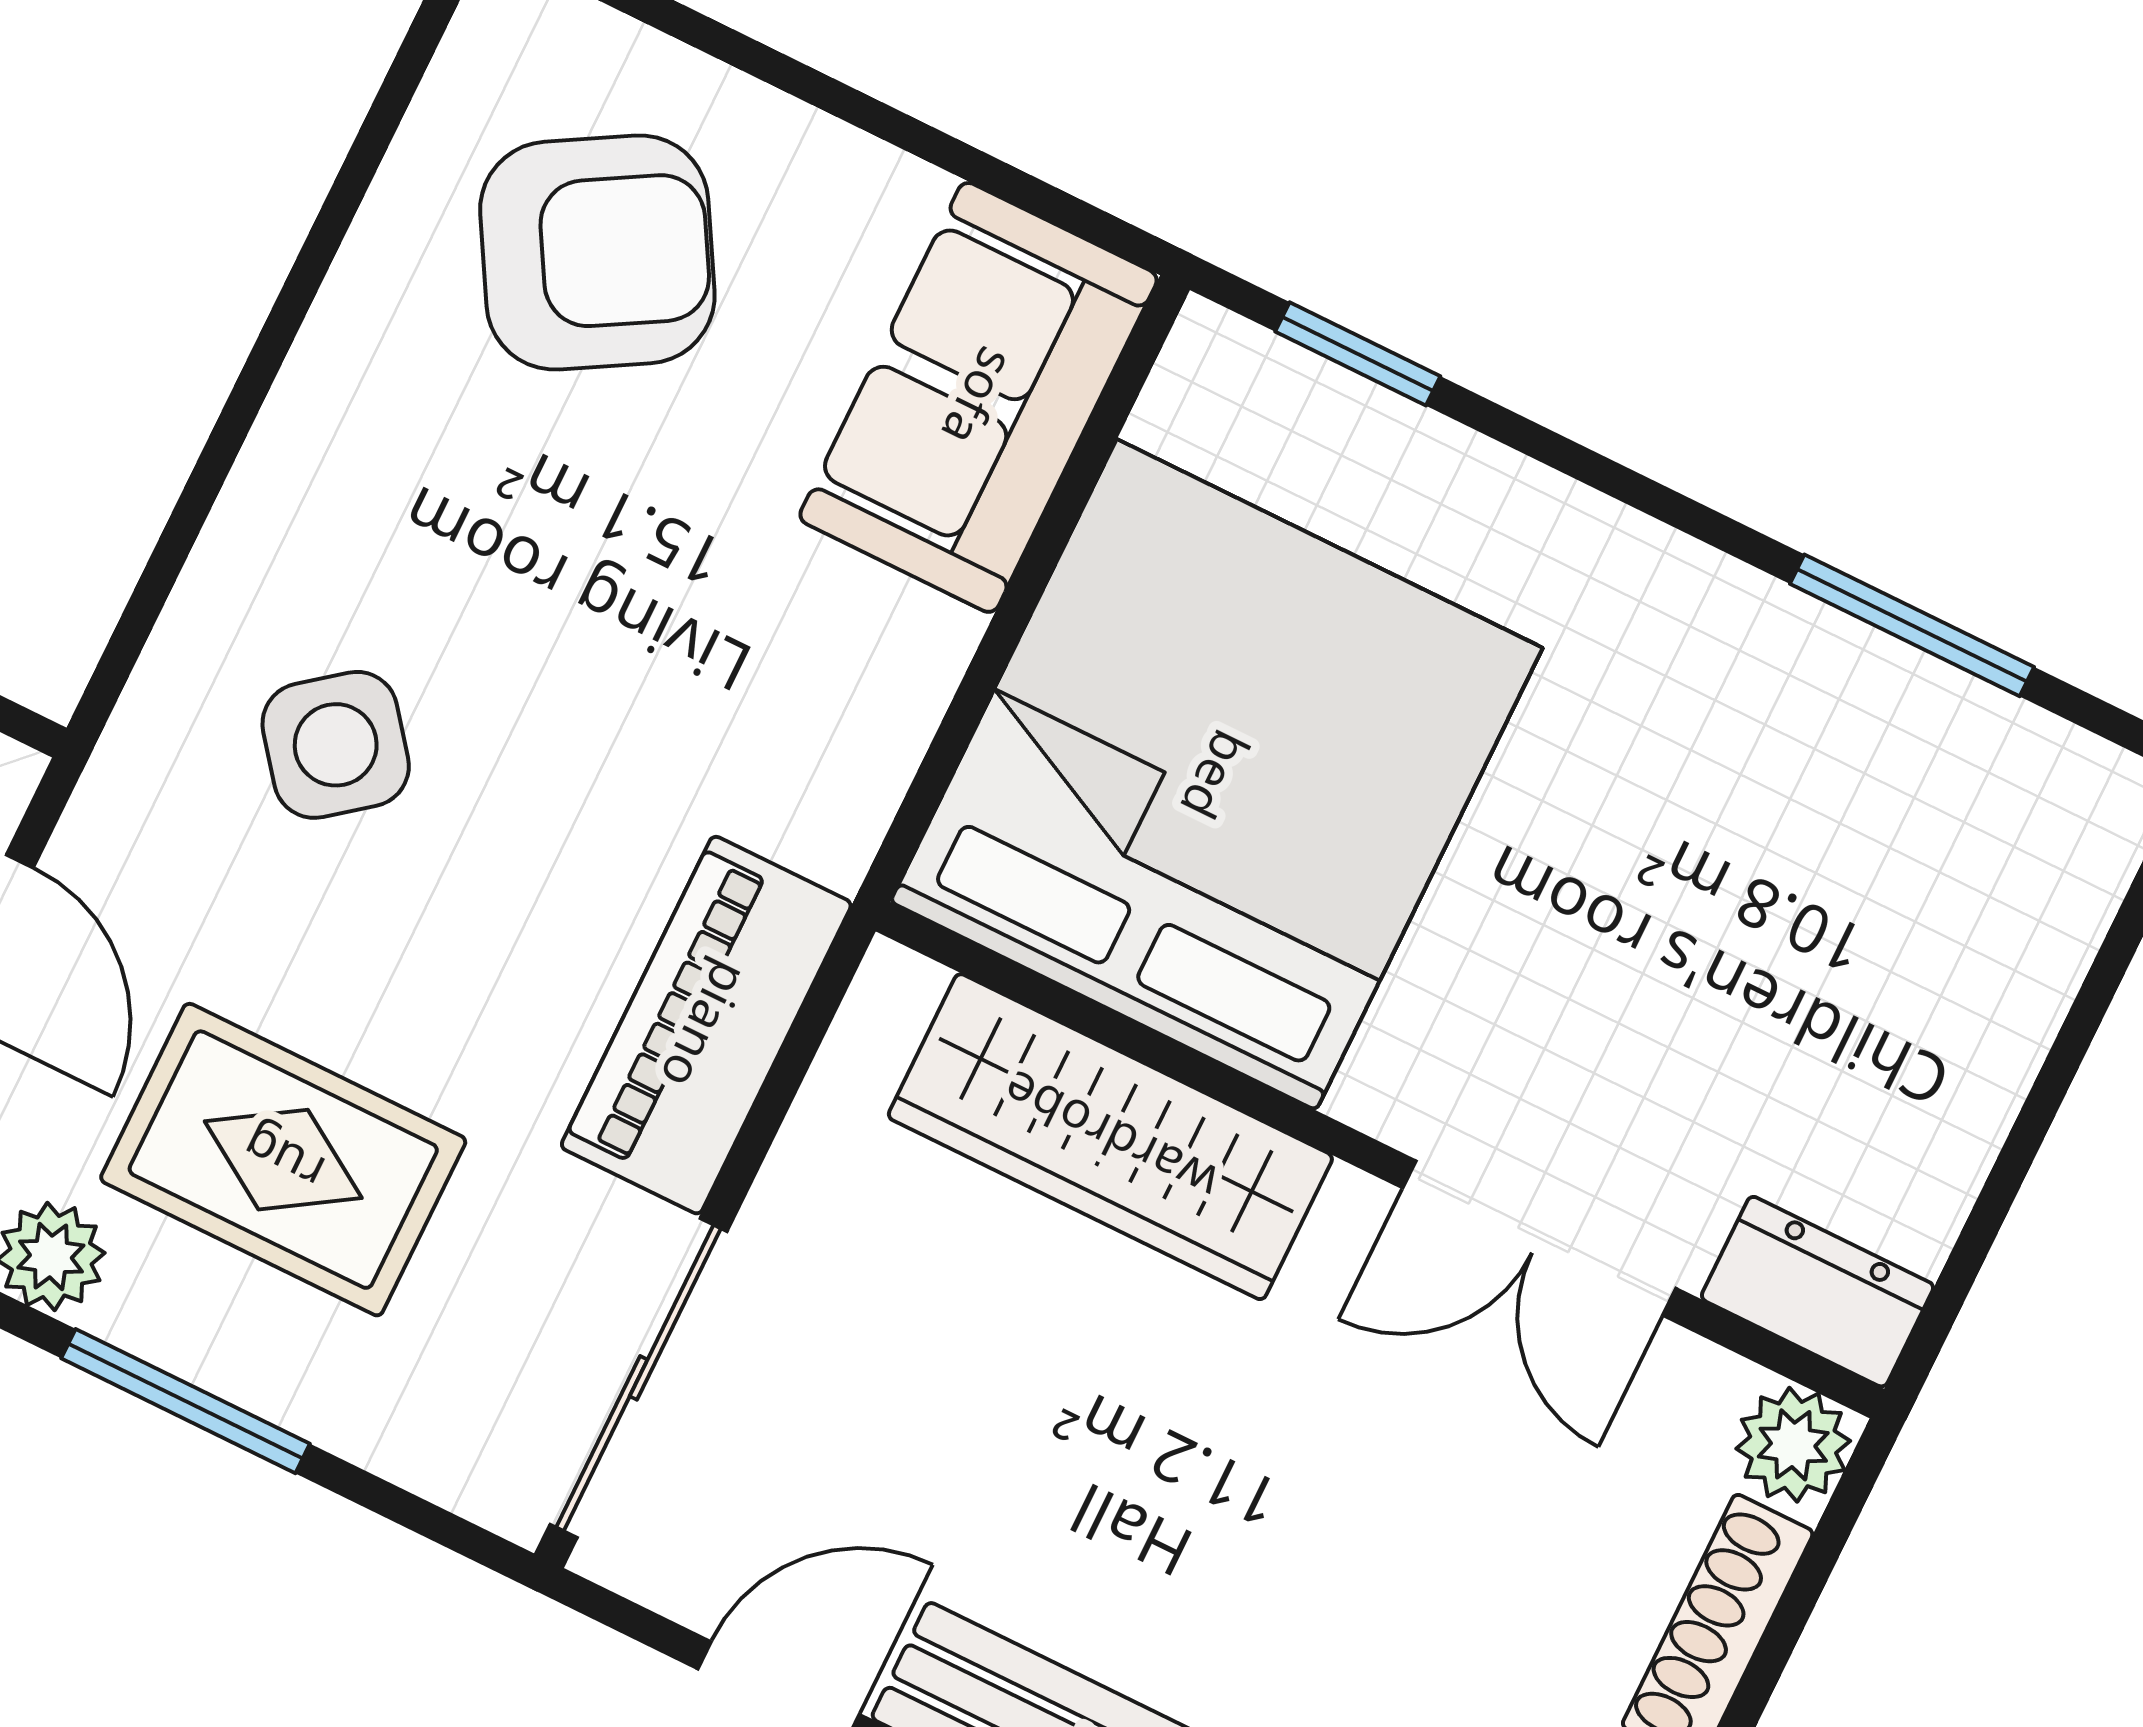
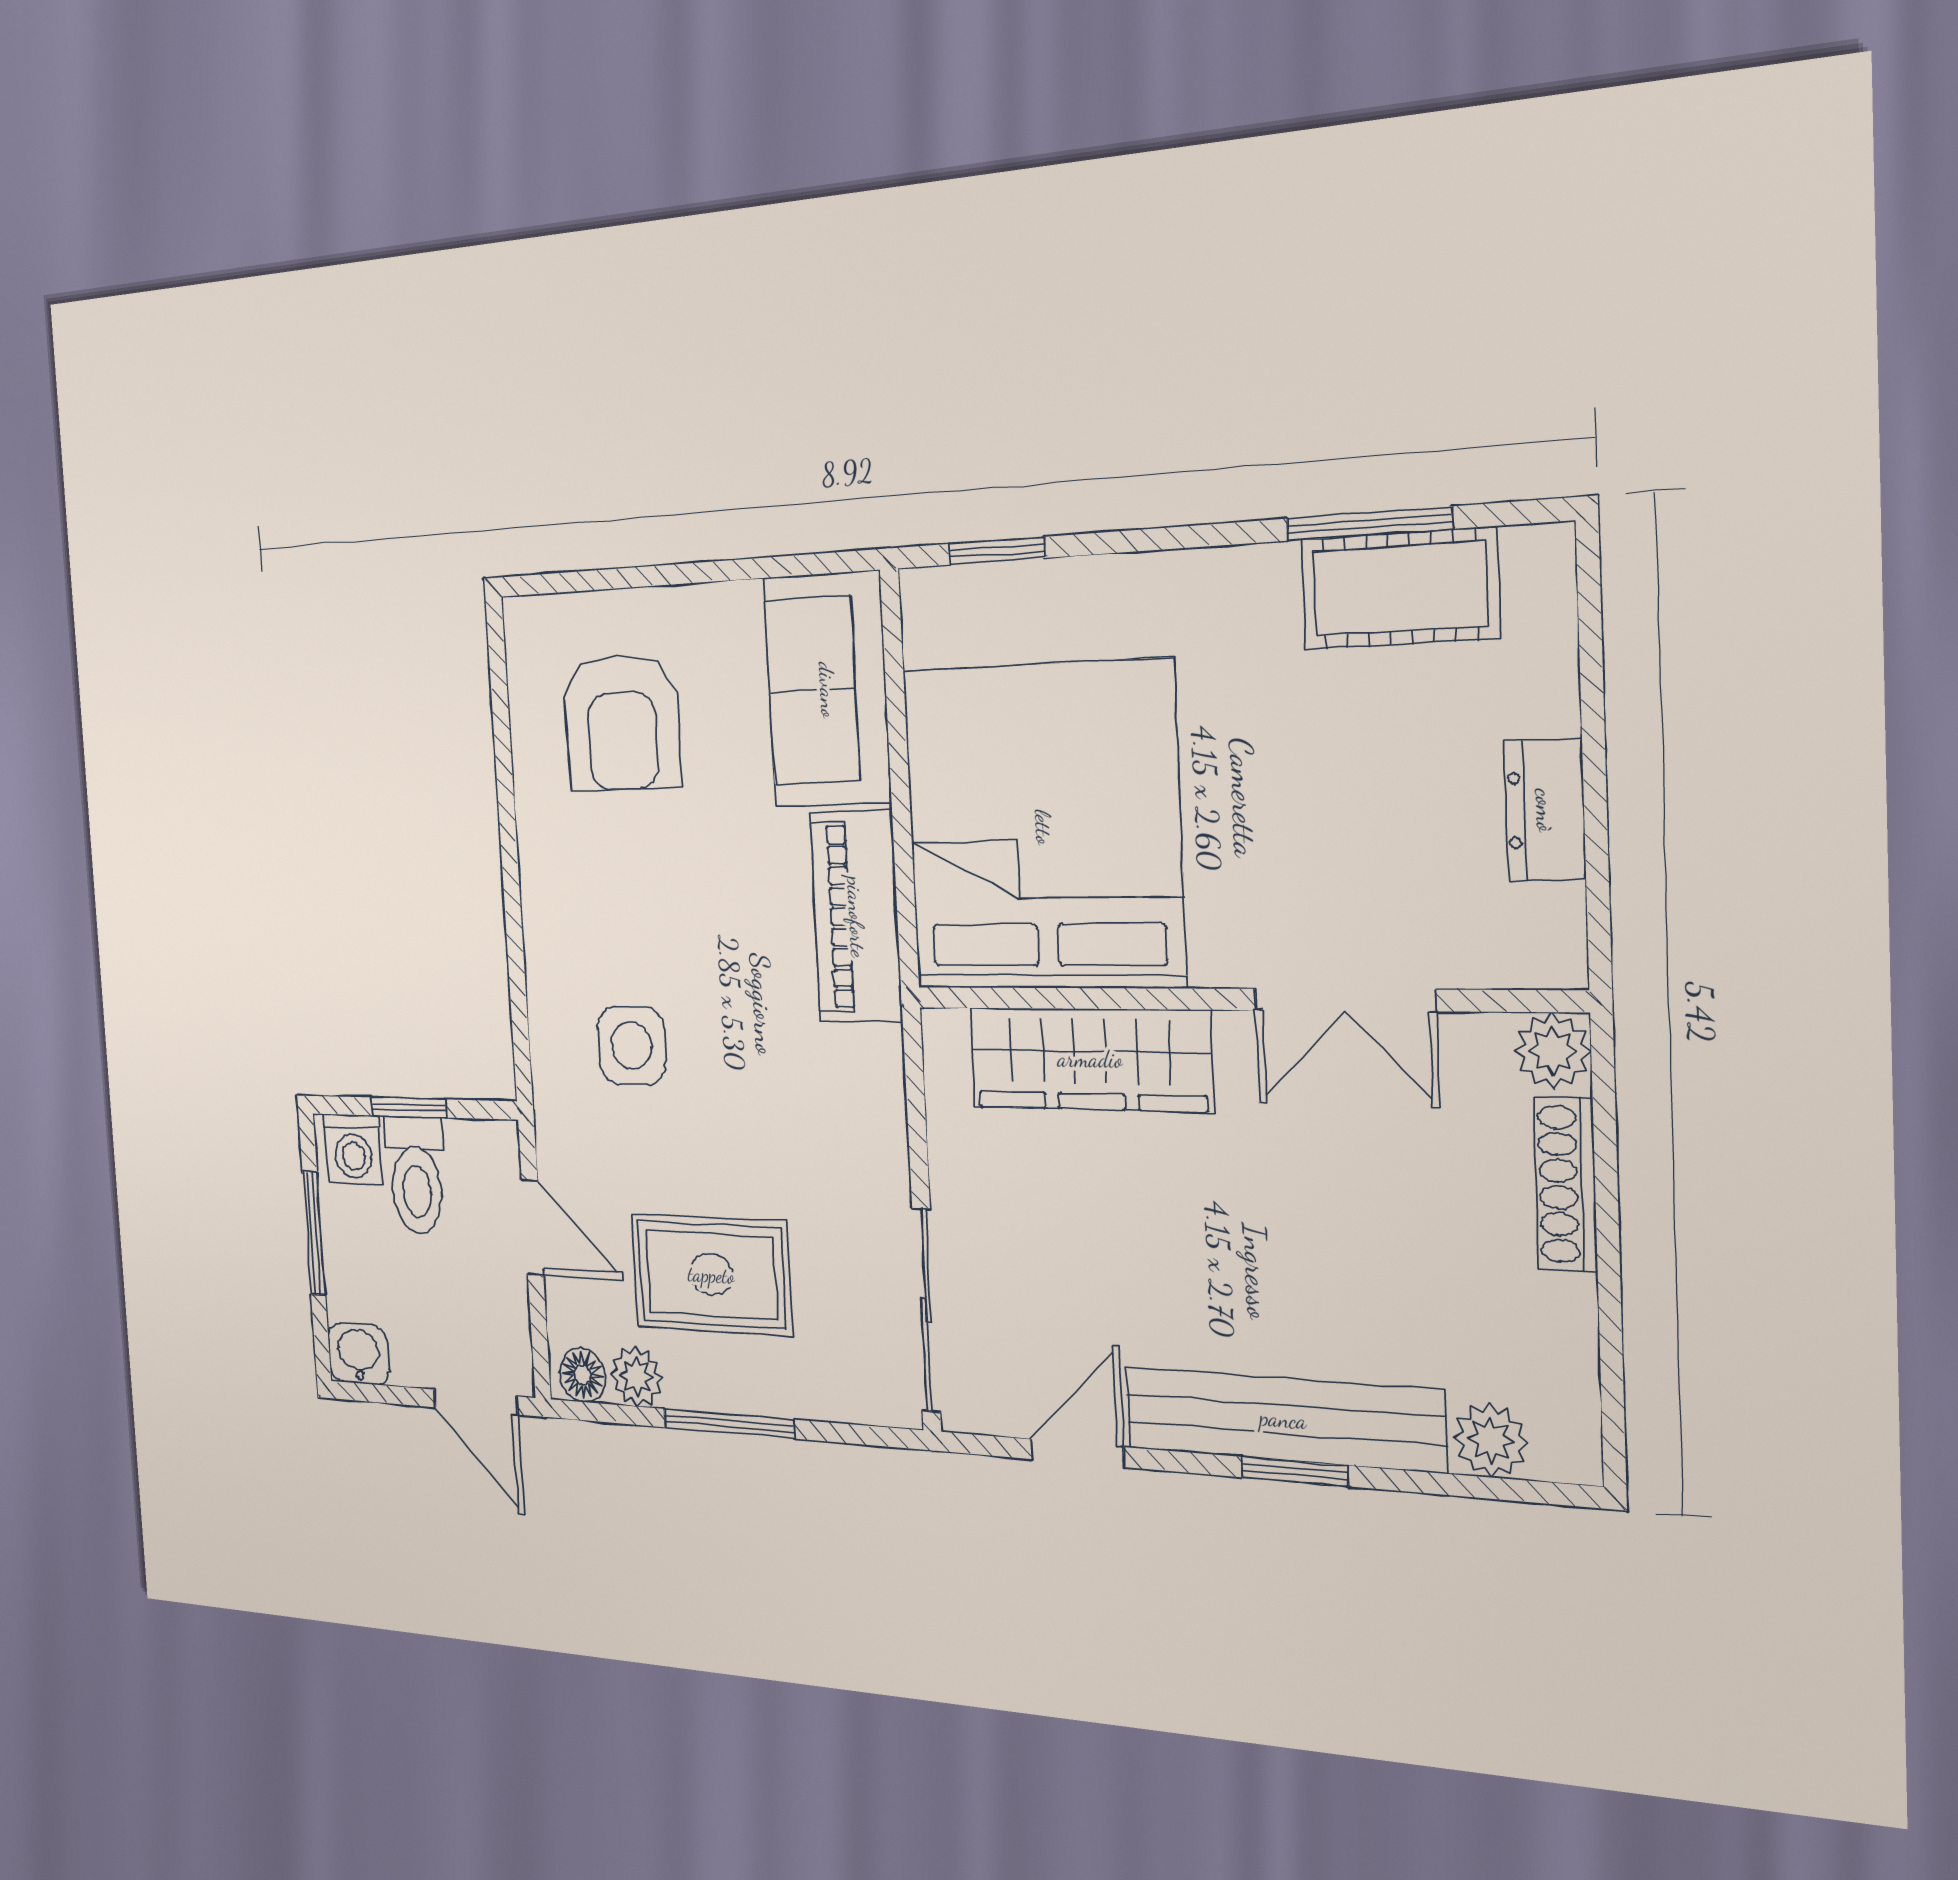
armchair: (597, 253) -> (622, 722), turned 120
cot: (1909, 734) -> (1400, 589), added
side table: (336, 745) -> (632, 1045), turned 38
piano: (706, 1025) -> (856, 917), moved
dresser: (1817, 1292) -> (1545, 810), moved, turned -90

